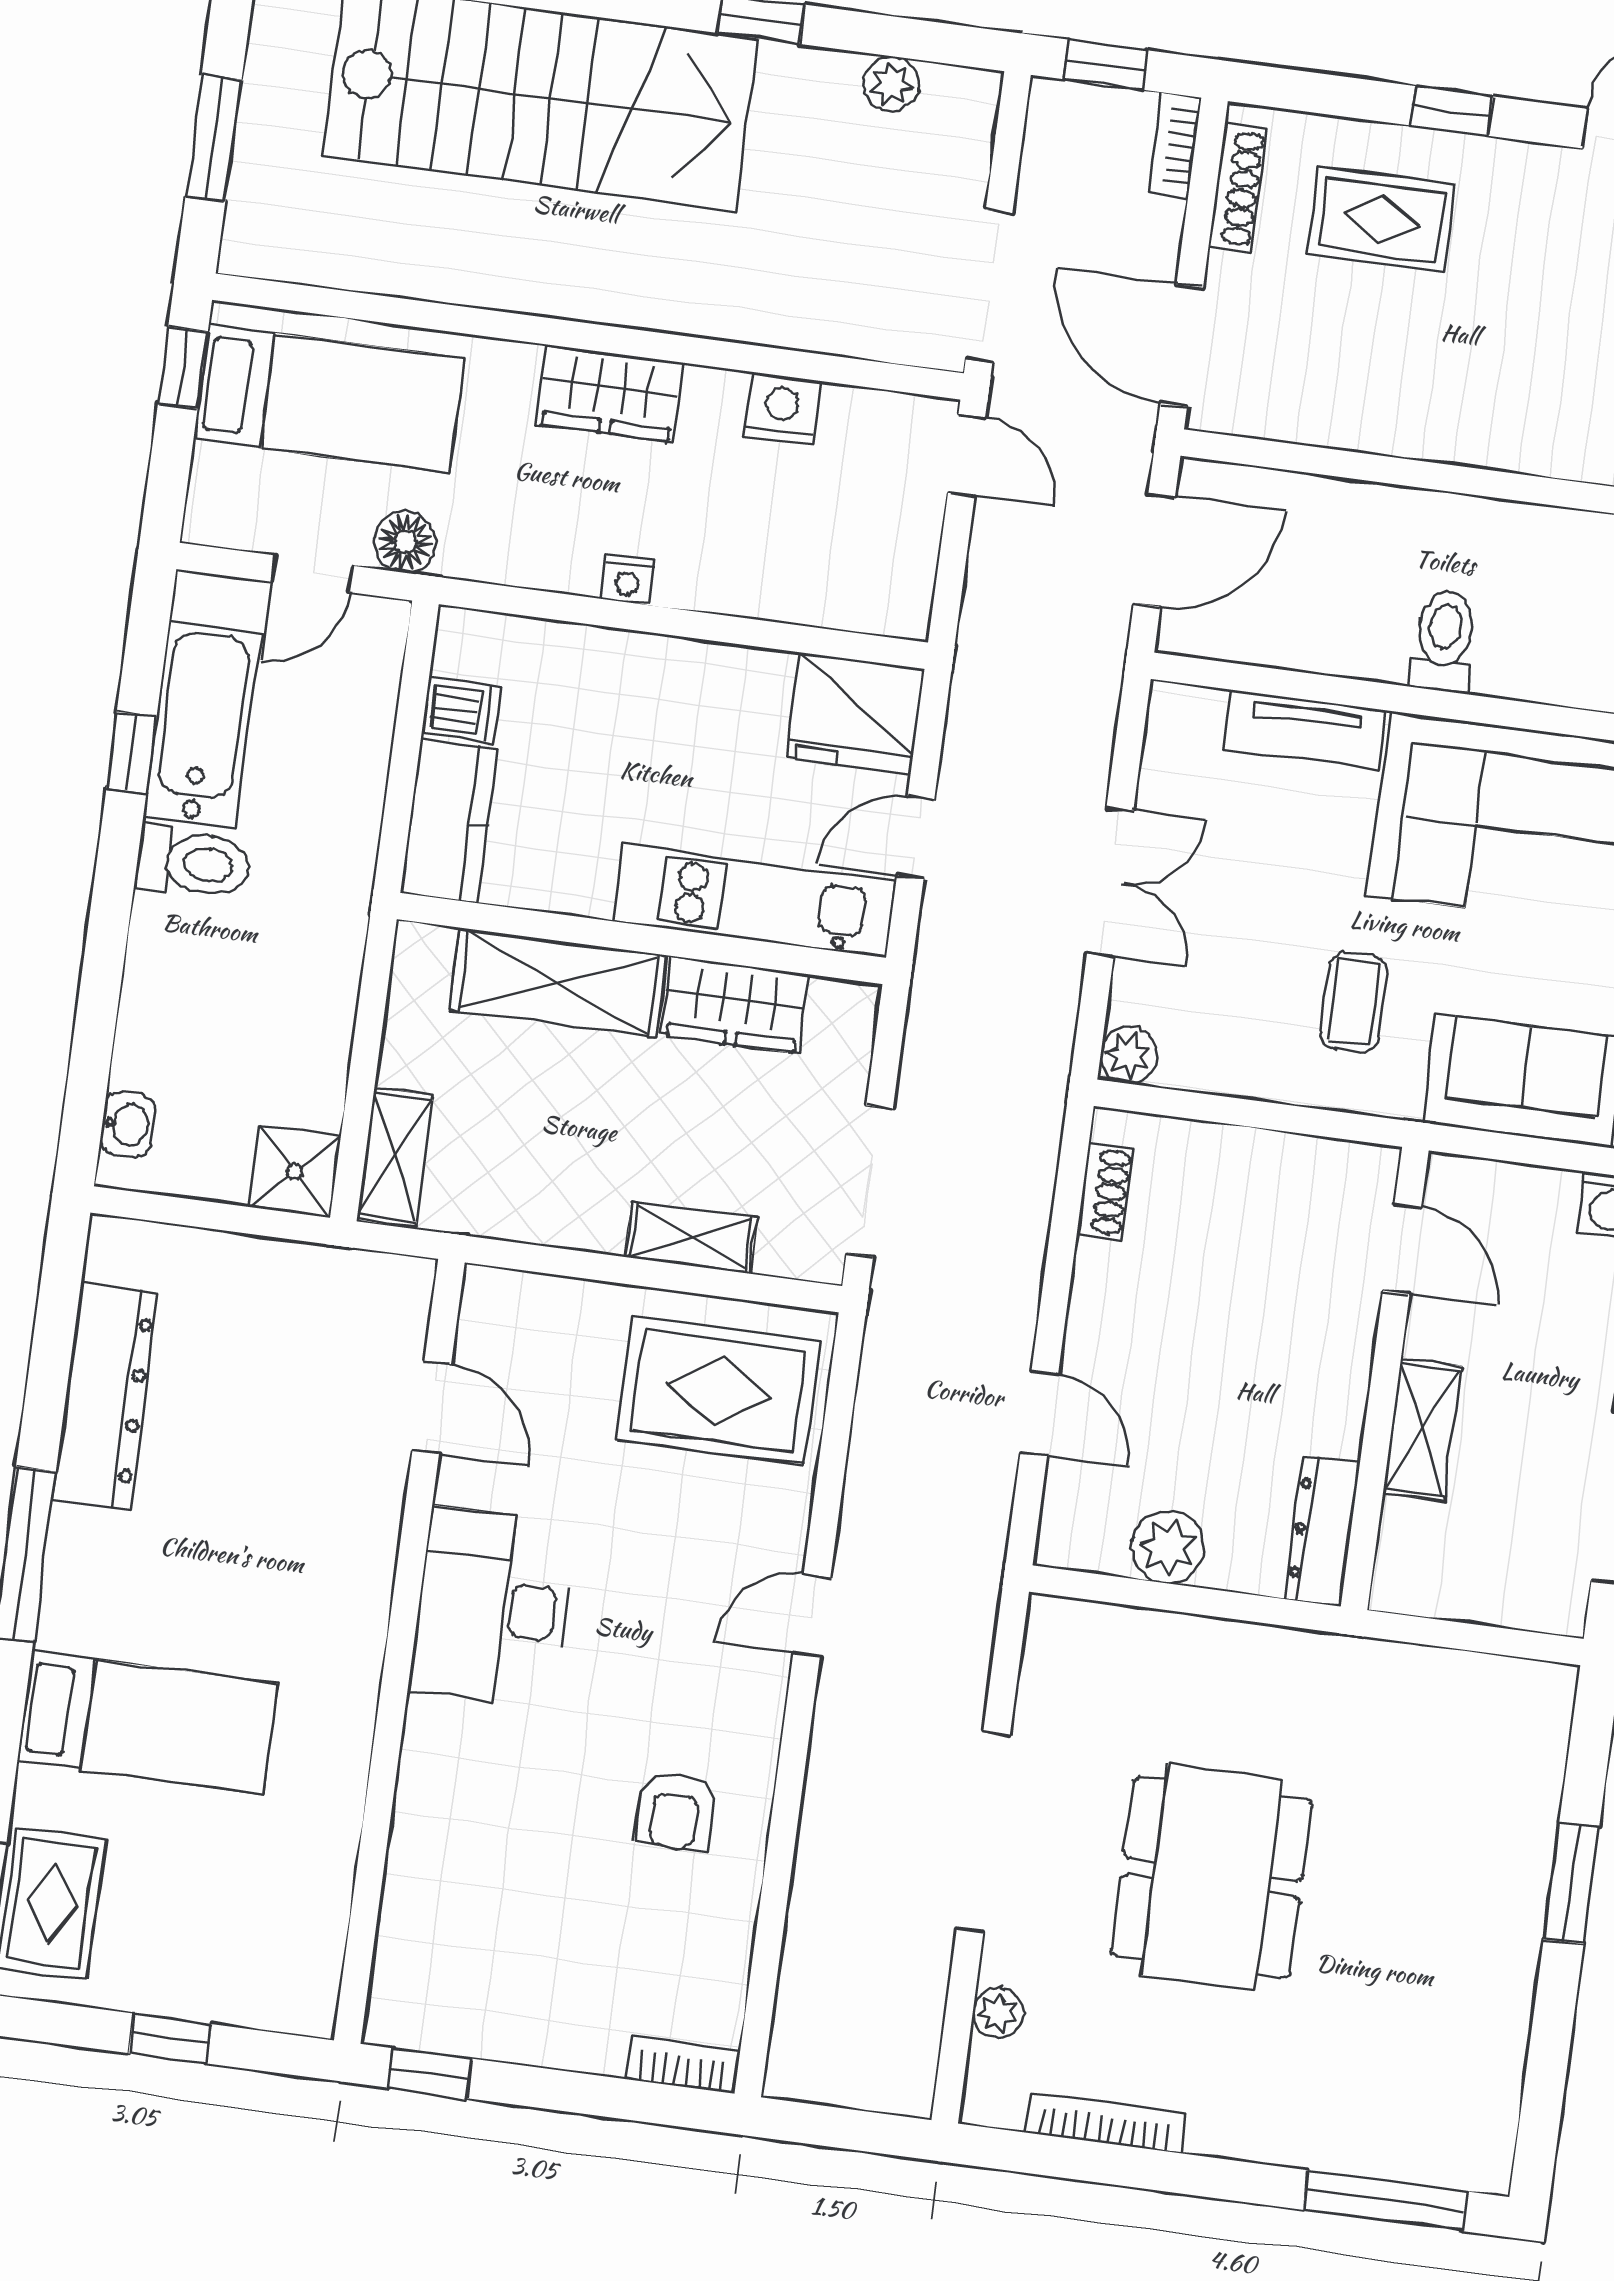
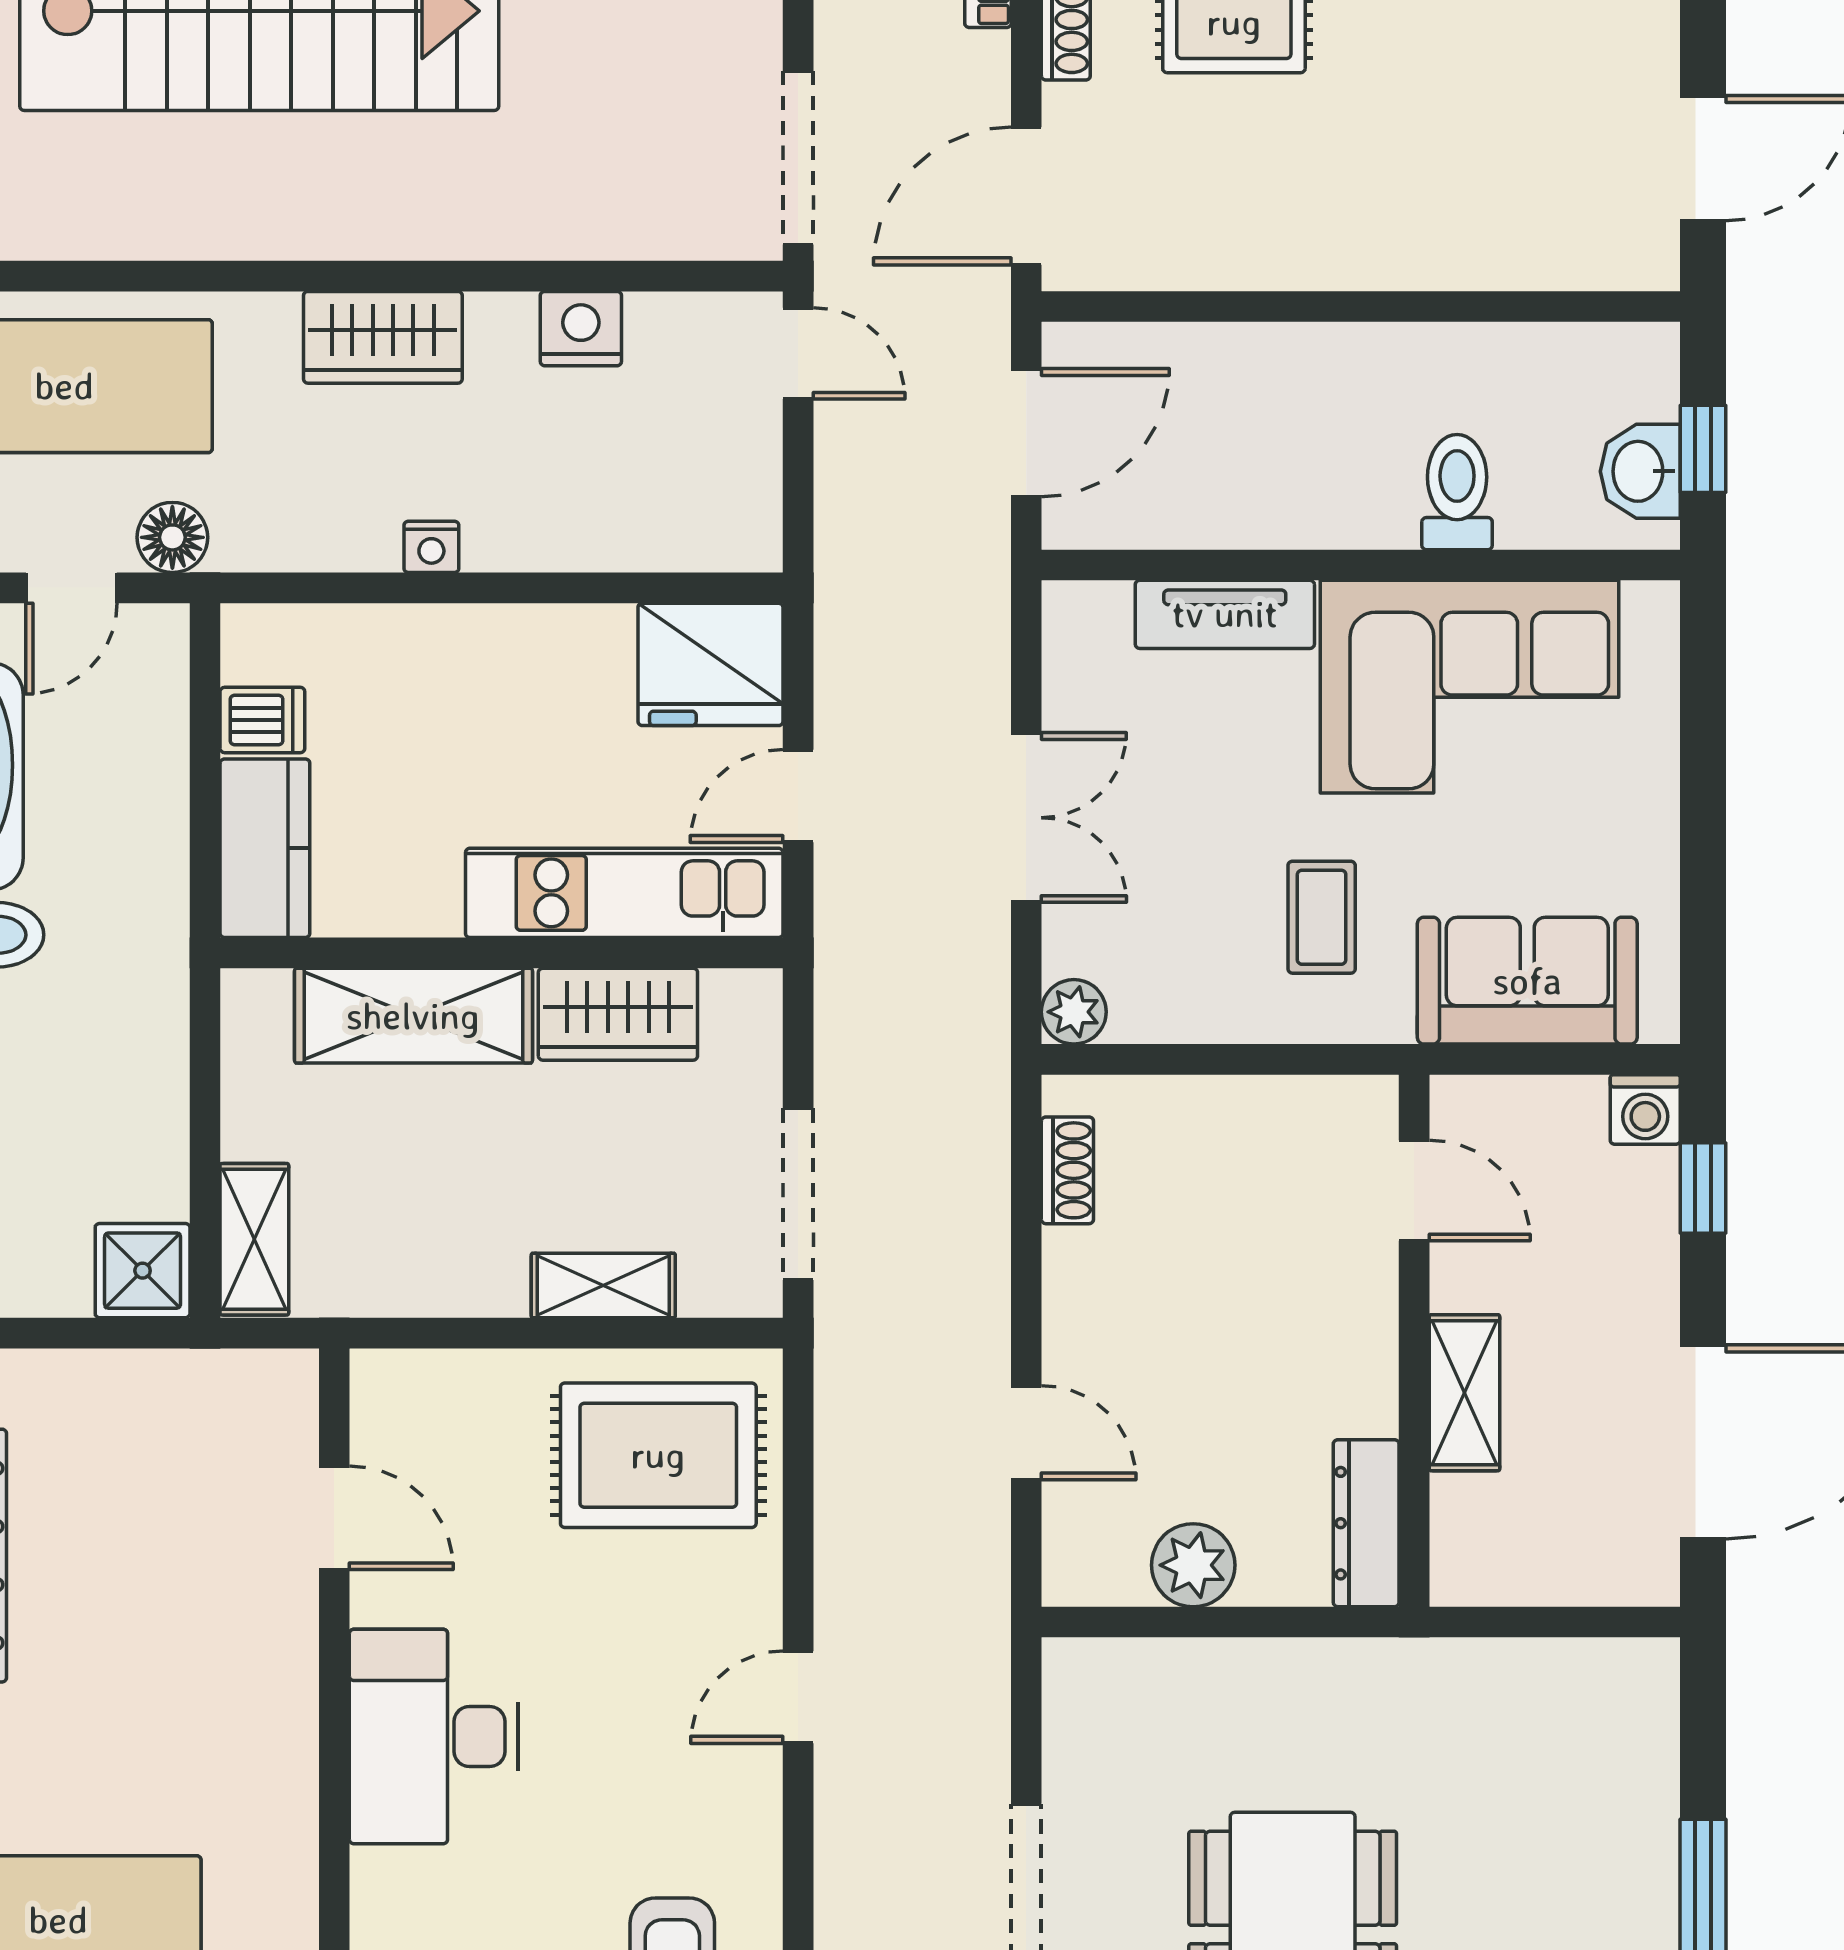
door: (1182, 345) -> (1026, 196), hinge flipped
toilet: (1444, 641) -> (1457, 492), moved

